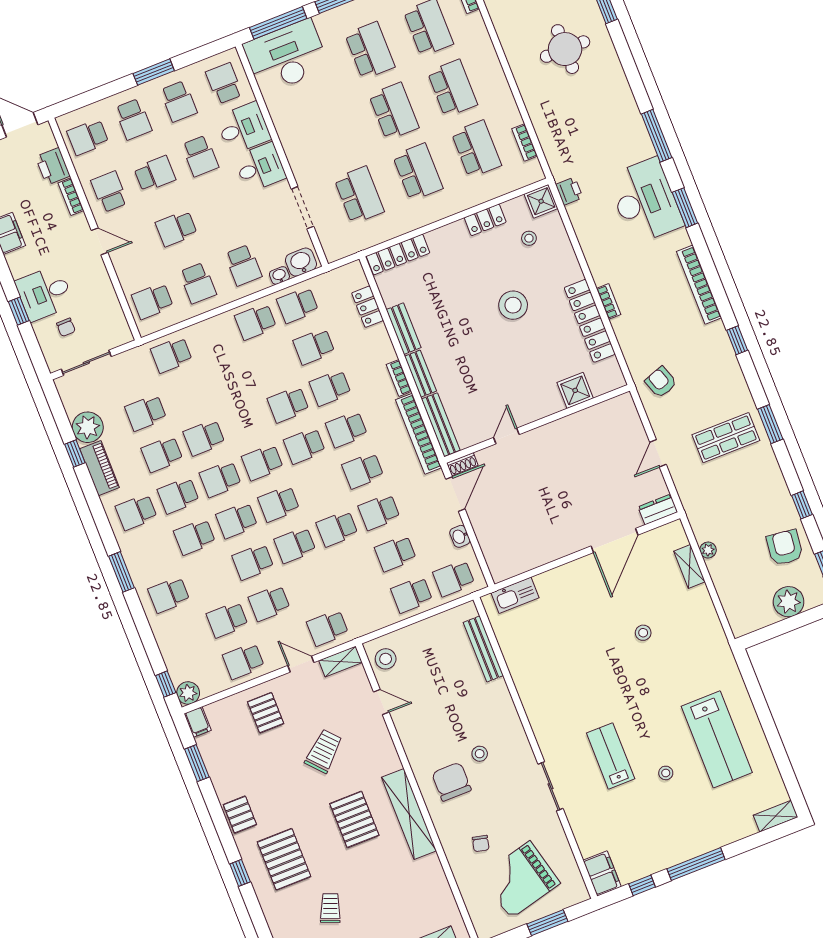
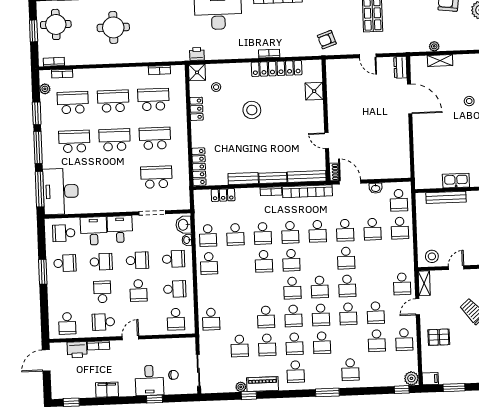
school desk: (133, 119) -> (137, 260), moved
plant: (88, 427) -> (241, 387), width x0.53, depth x0.53
kitchen sink: (515, 595) -> (456, 181), moved, turned -90

